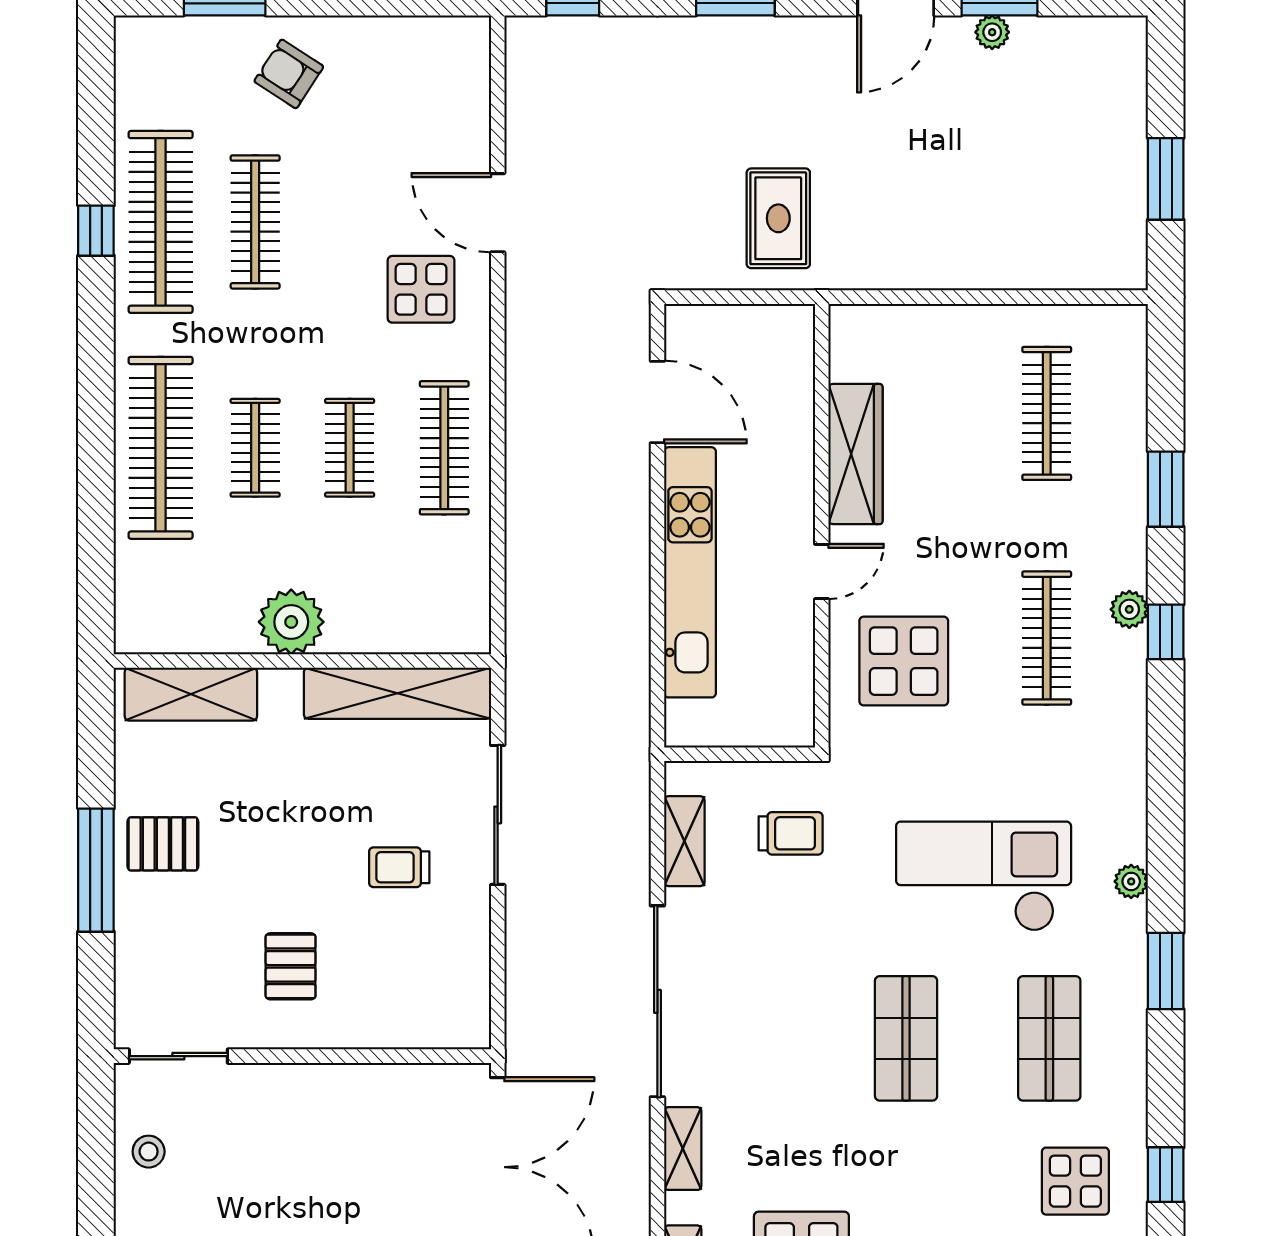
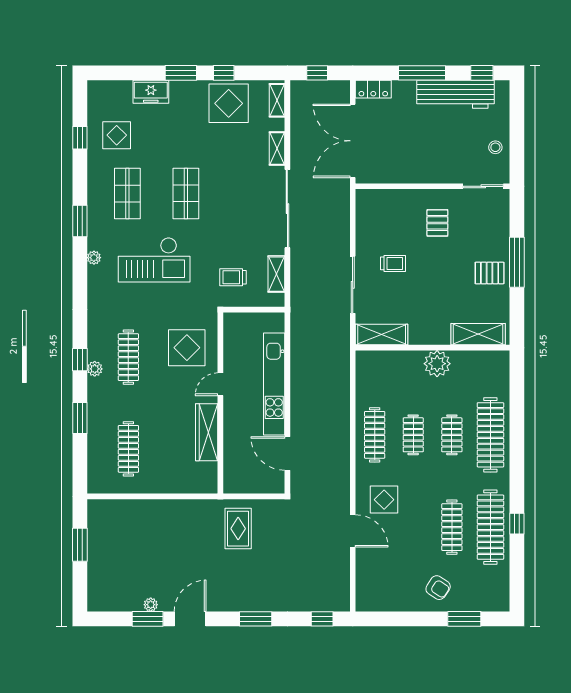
shelving: (397, 693) -> (382, 335), width x0.68

